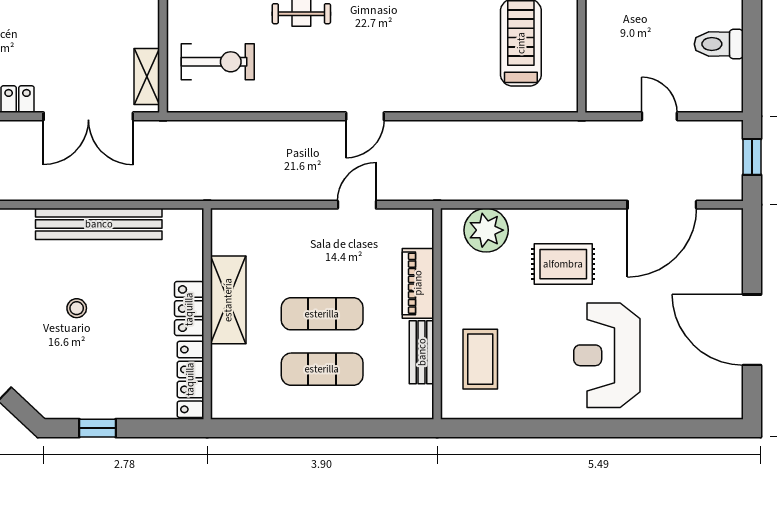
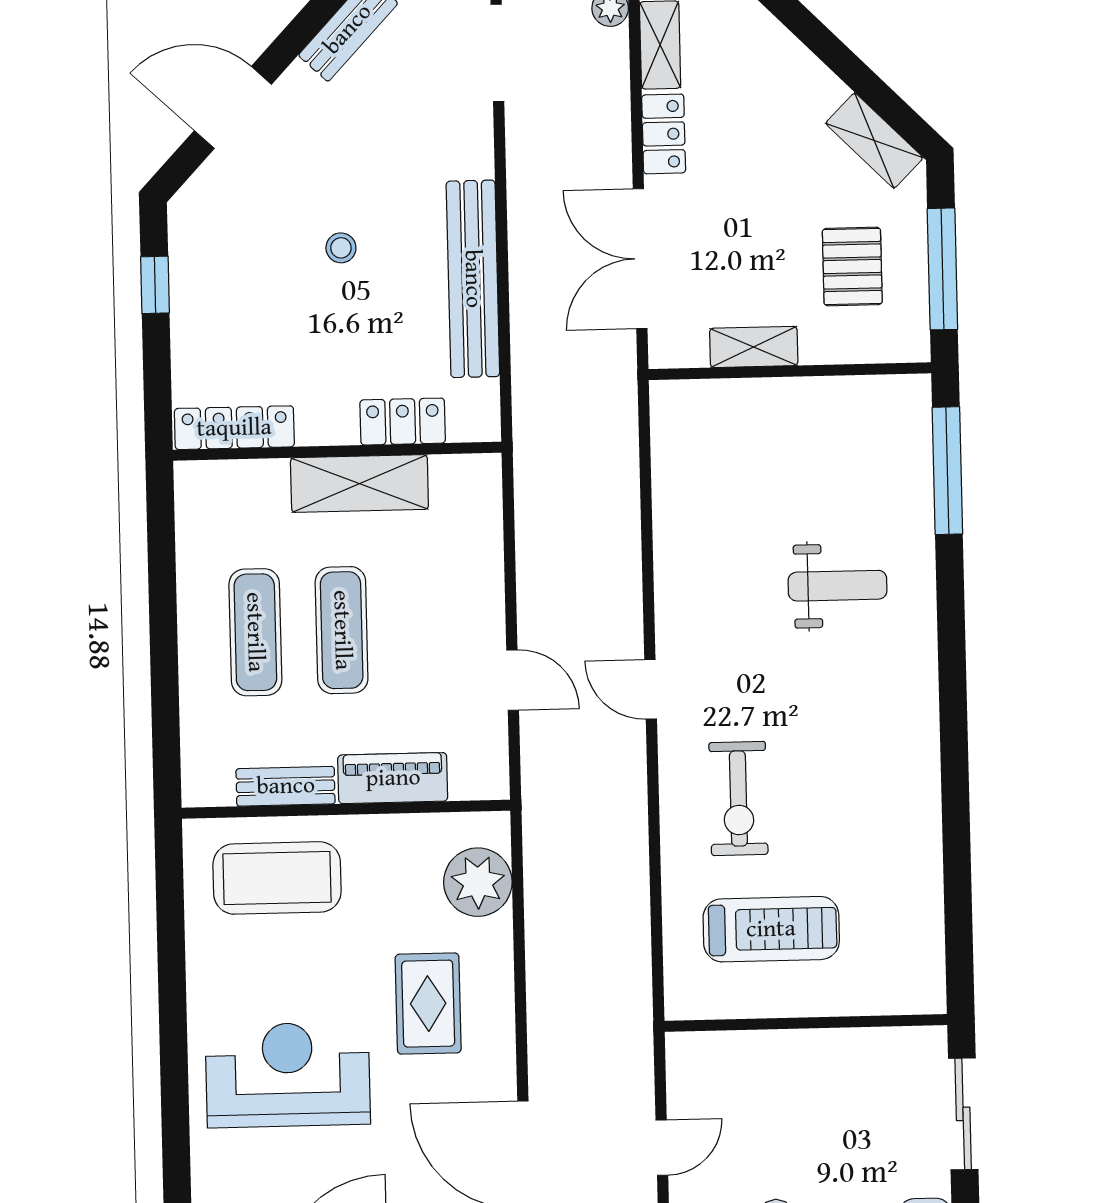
exercise bike: (218, 62) -> (738, 799), moved
shelving: (147, 77) -> (754, 347), moved
locker: (189, 309) -> (403, 422), moved
coffee table: (480, 359) -> (277, 878), width x1.36, depth x1.32

